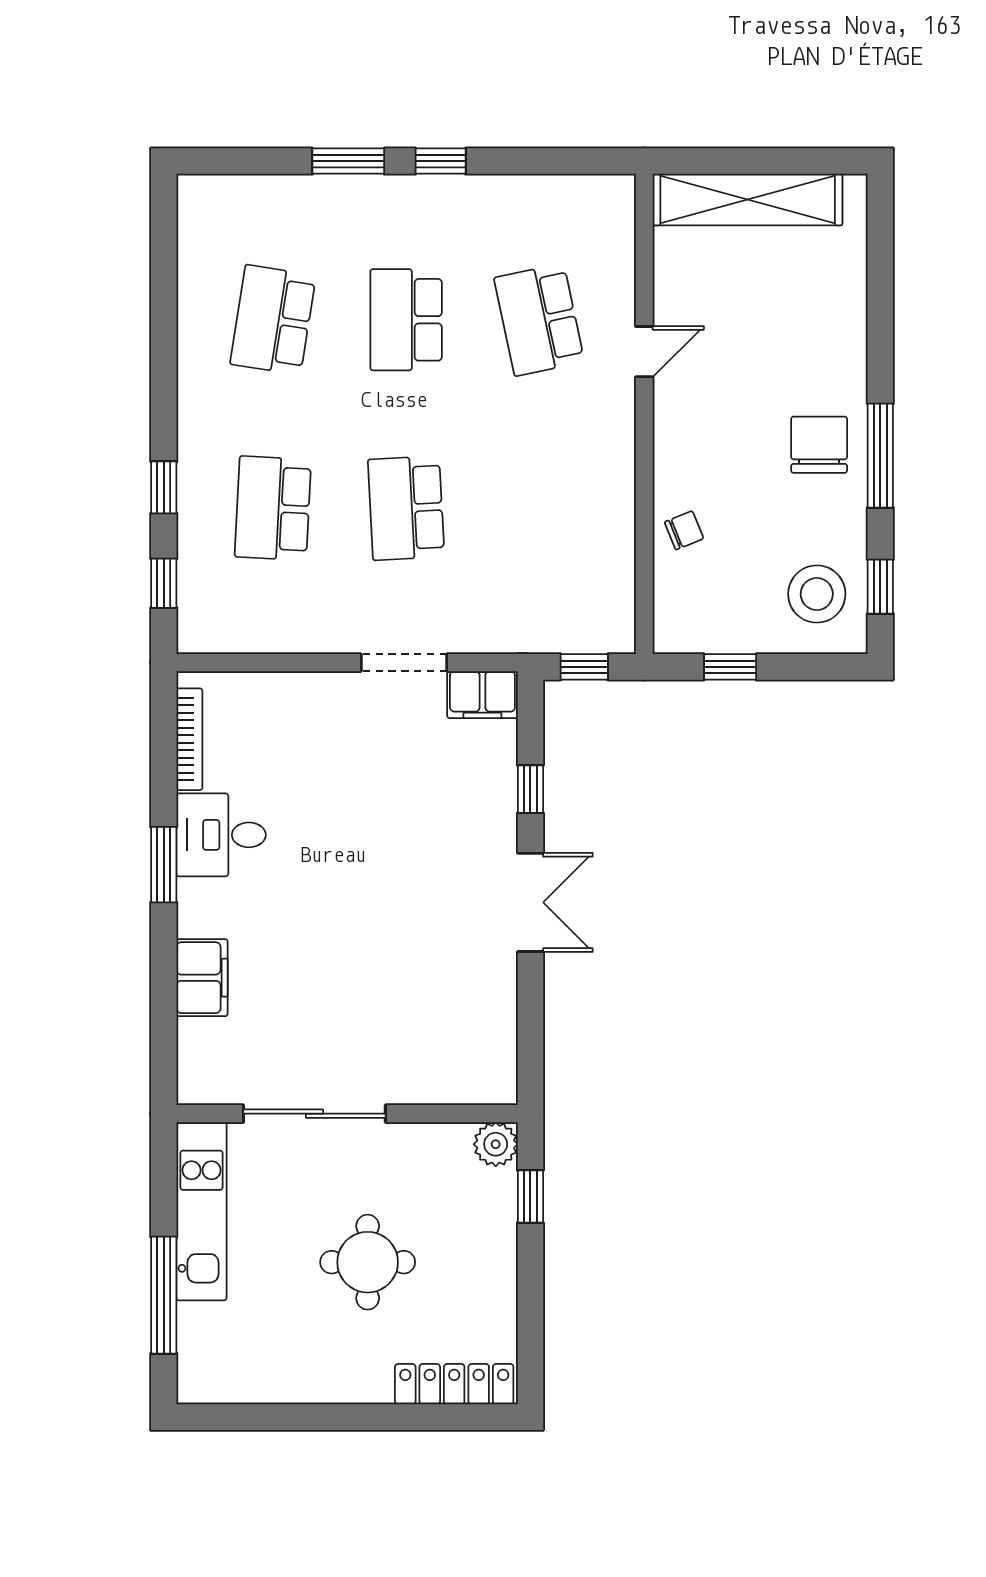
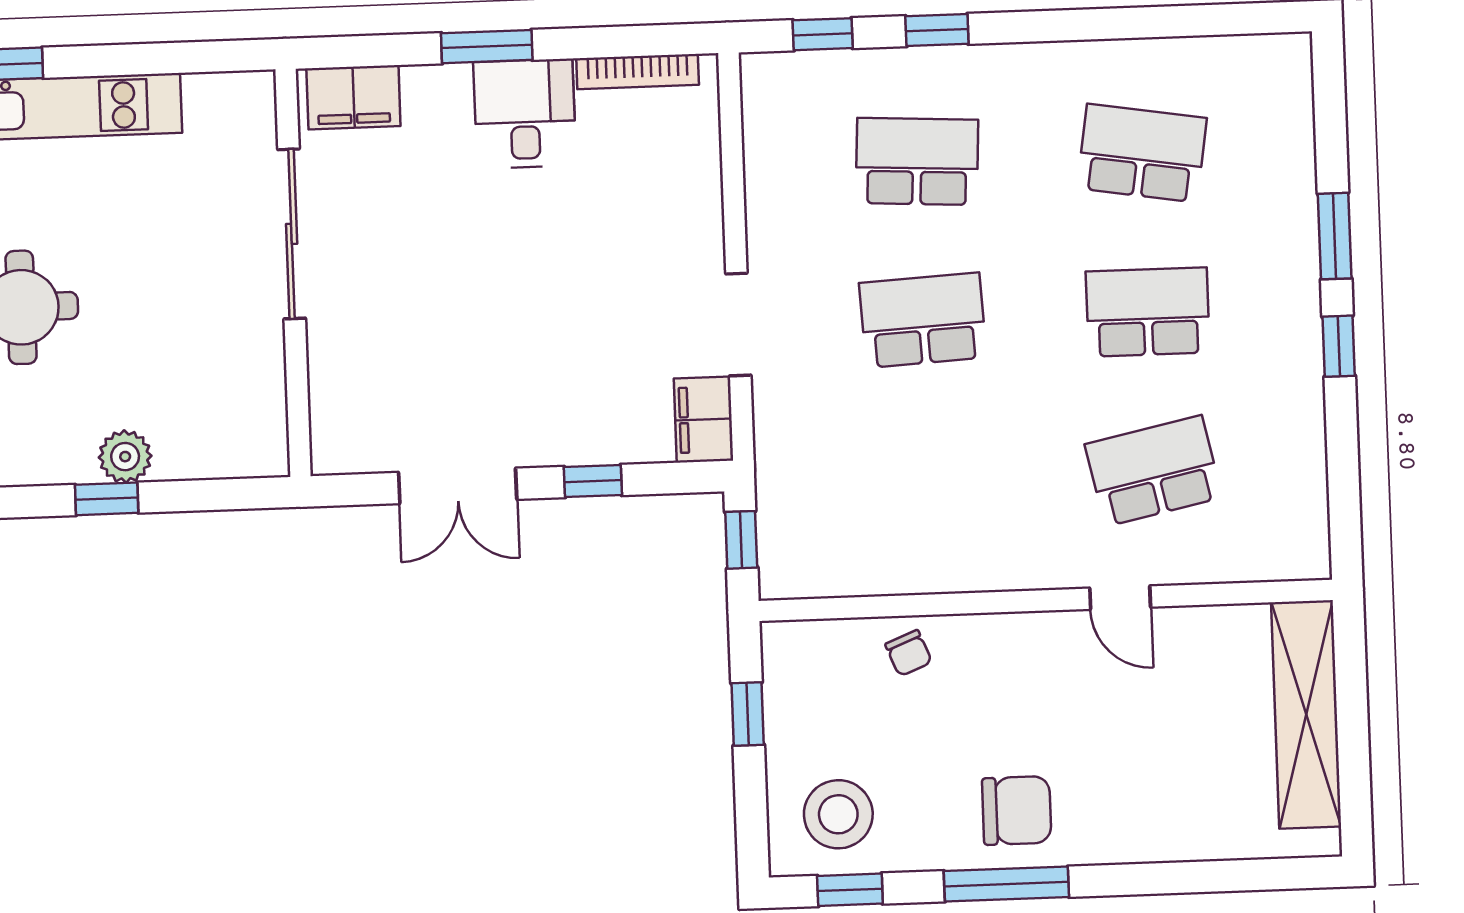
sliding door: (314, 1114) -> (292, 234), moved
wall: (347, 1114) -> (293, 273), moved
plant: (496, 1144) -> (125, 457), moved

